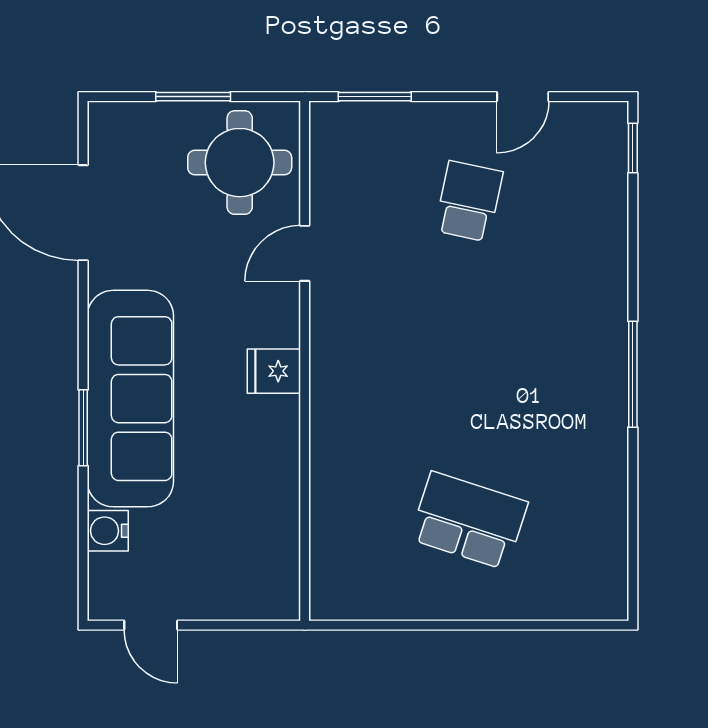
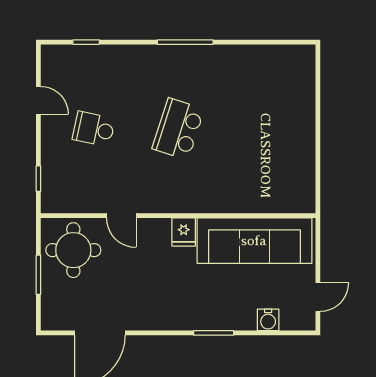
window: (375, 97) -> (38, 179), width x0.67
window: (633, 148) -> (86, 42), moved
sofa: (130, 399) -> (254, 241), moved, turned 180
school desk: (469, 521) -> (178, 129), moved

